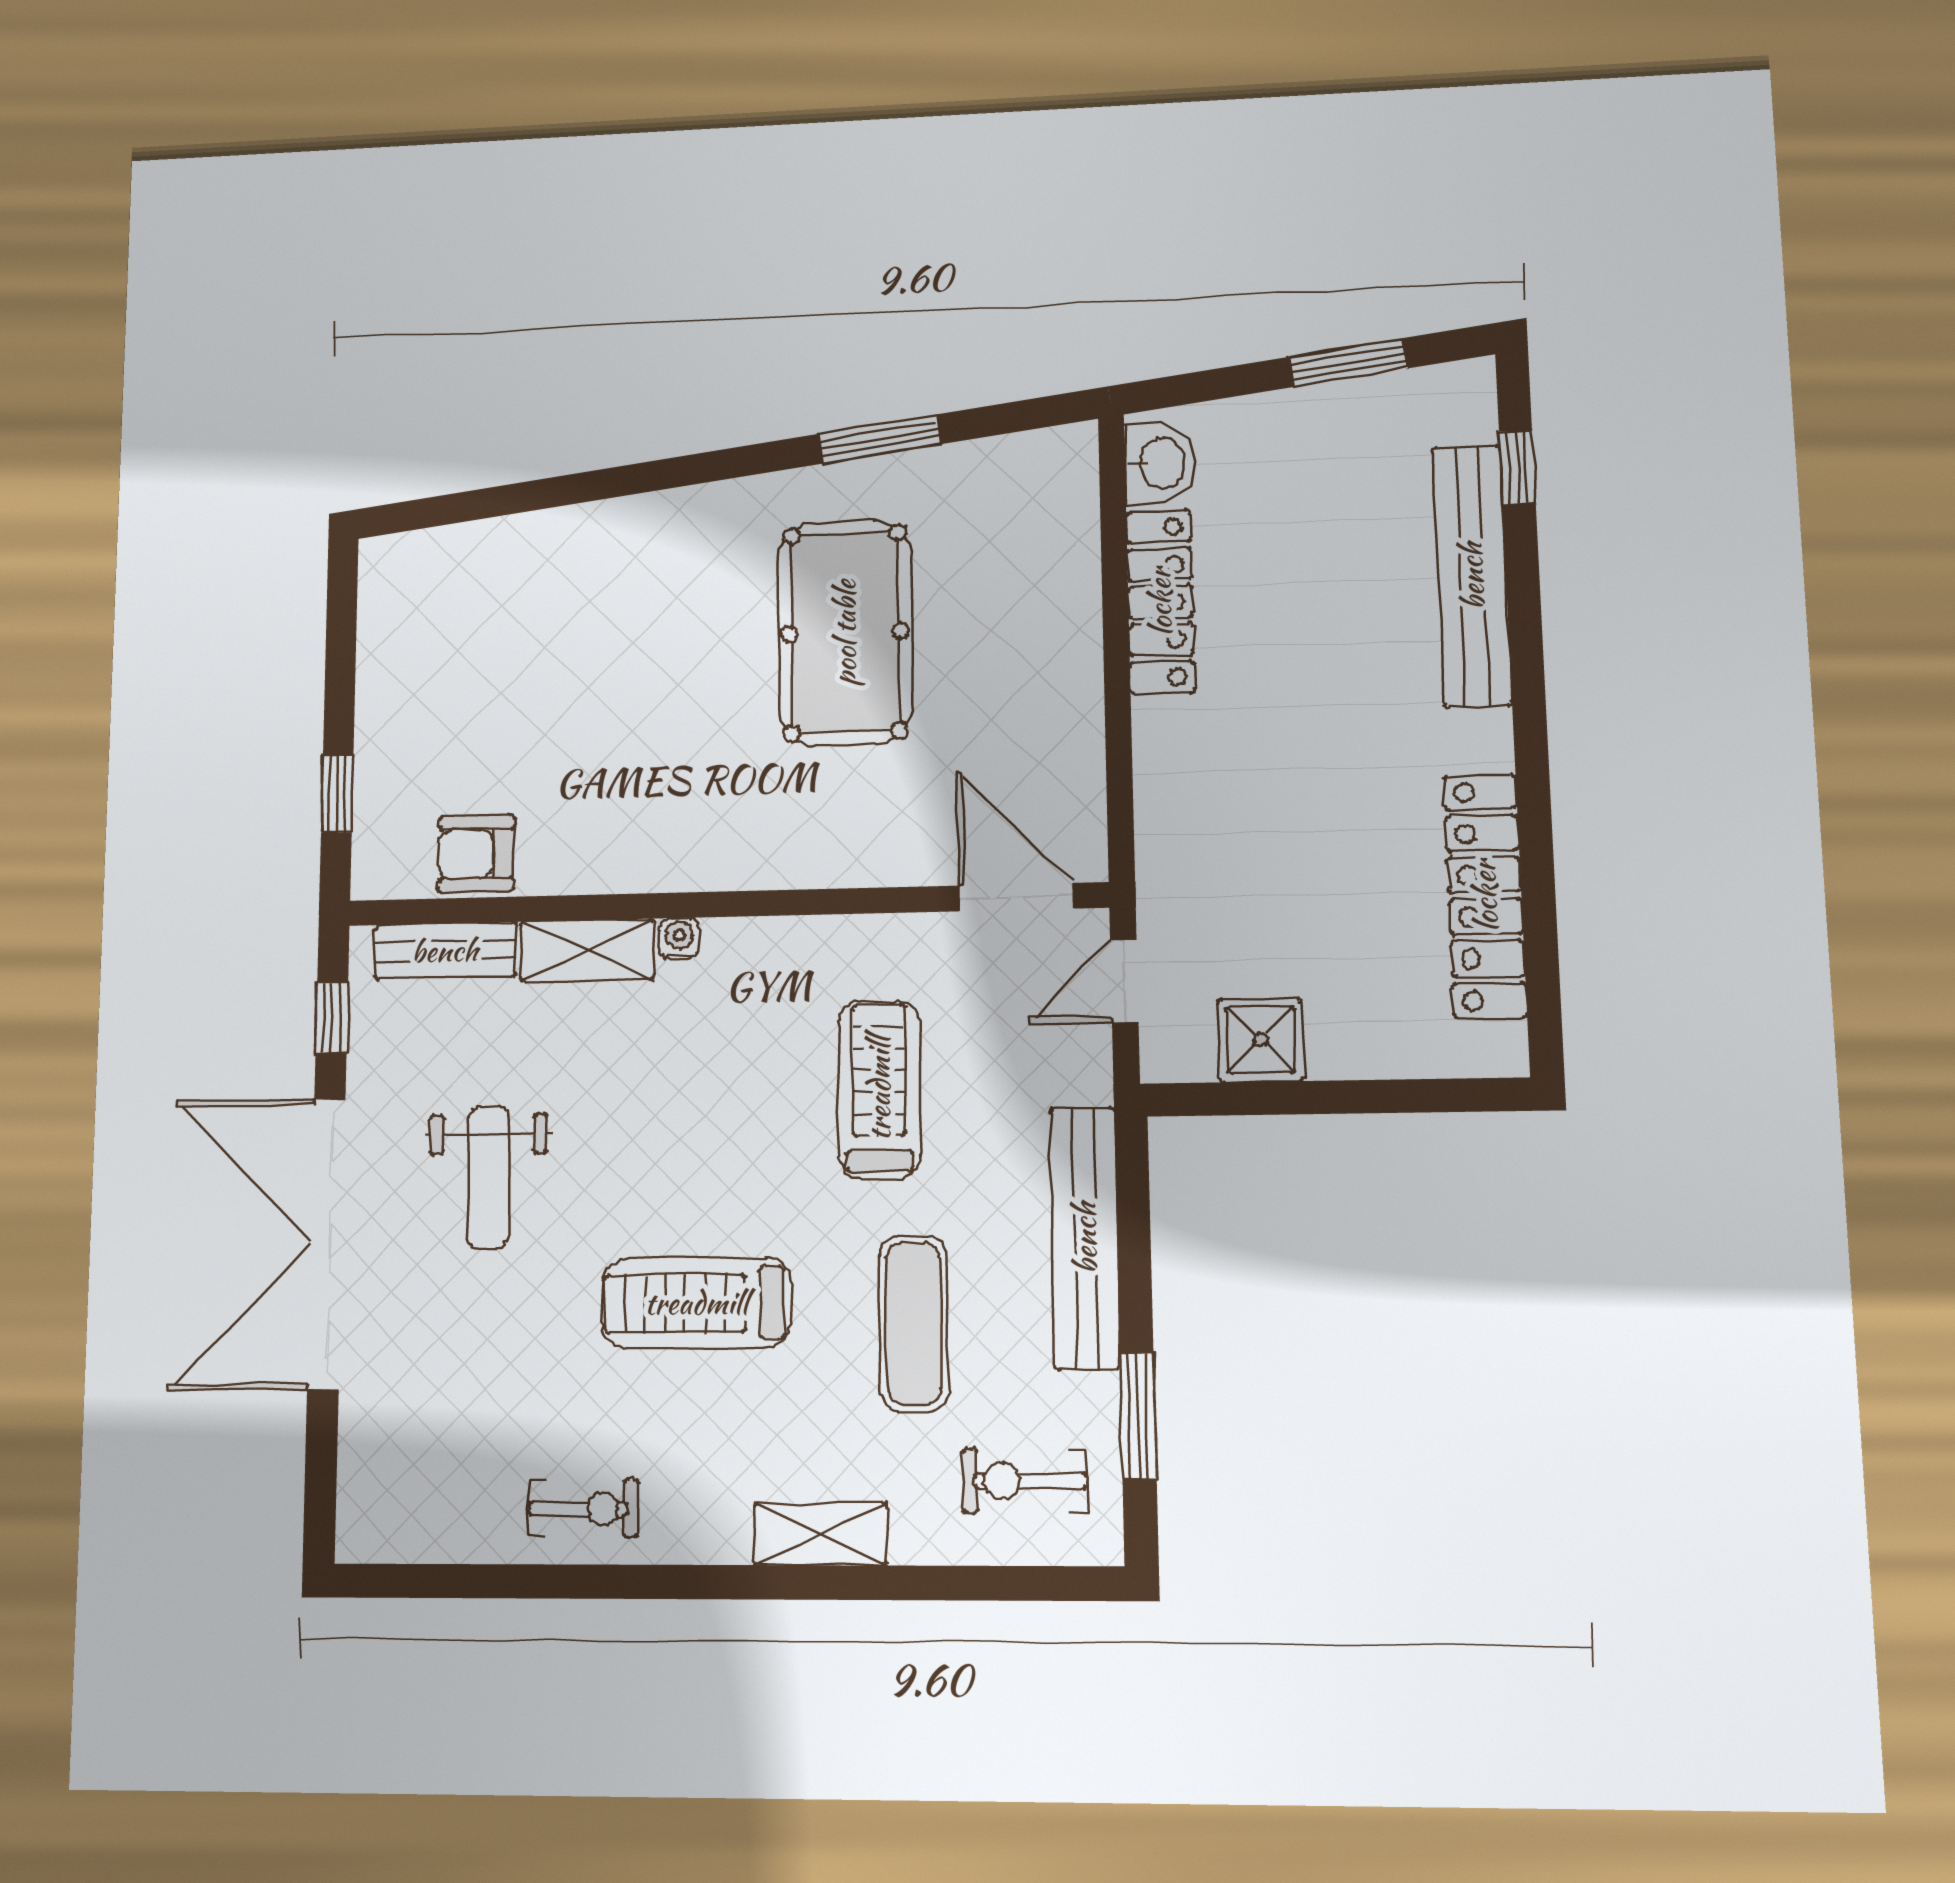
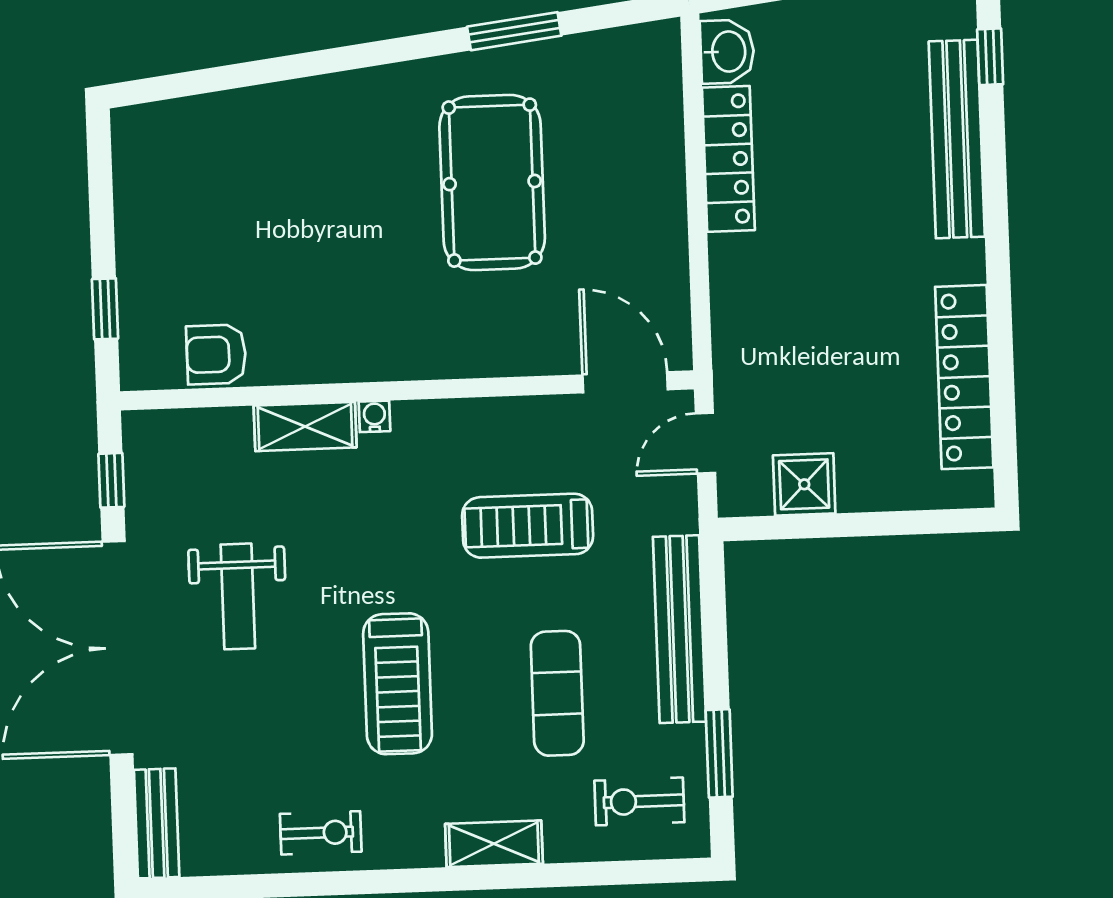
bench: (445, 951) -> (157, 823), moved, turned 90
treadmill: (879, 1089) -> (528, 526), turned -90
treadmill: (696, 1303) -> (398, 684), turned -90

